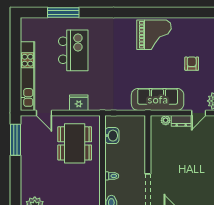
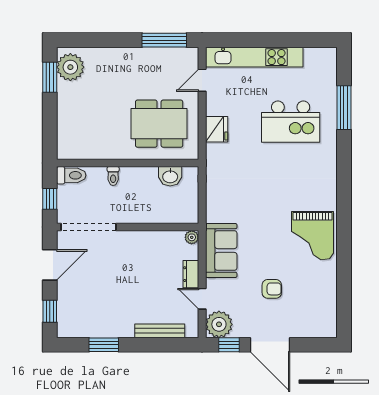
sofa: (158, 99) -> (221, 250), width x0.73
plant: (166, 120) -> (192, 237), moved

